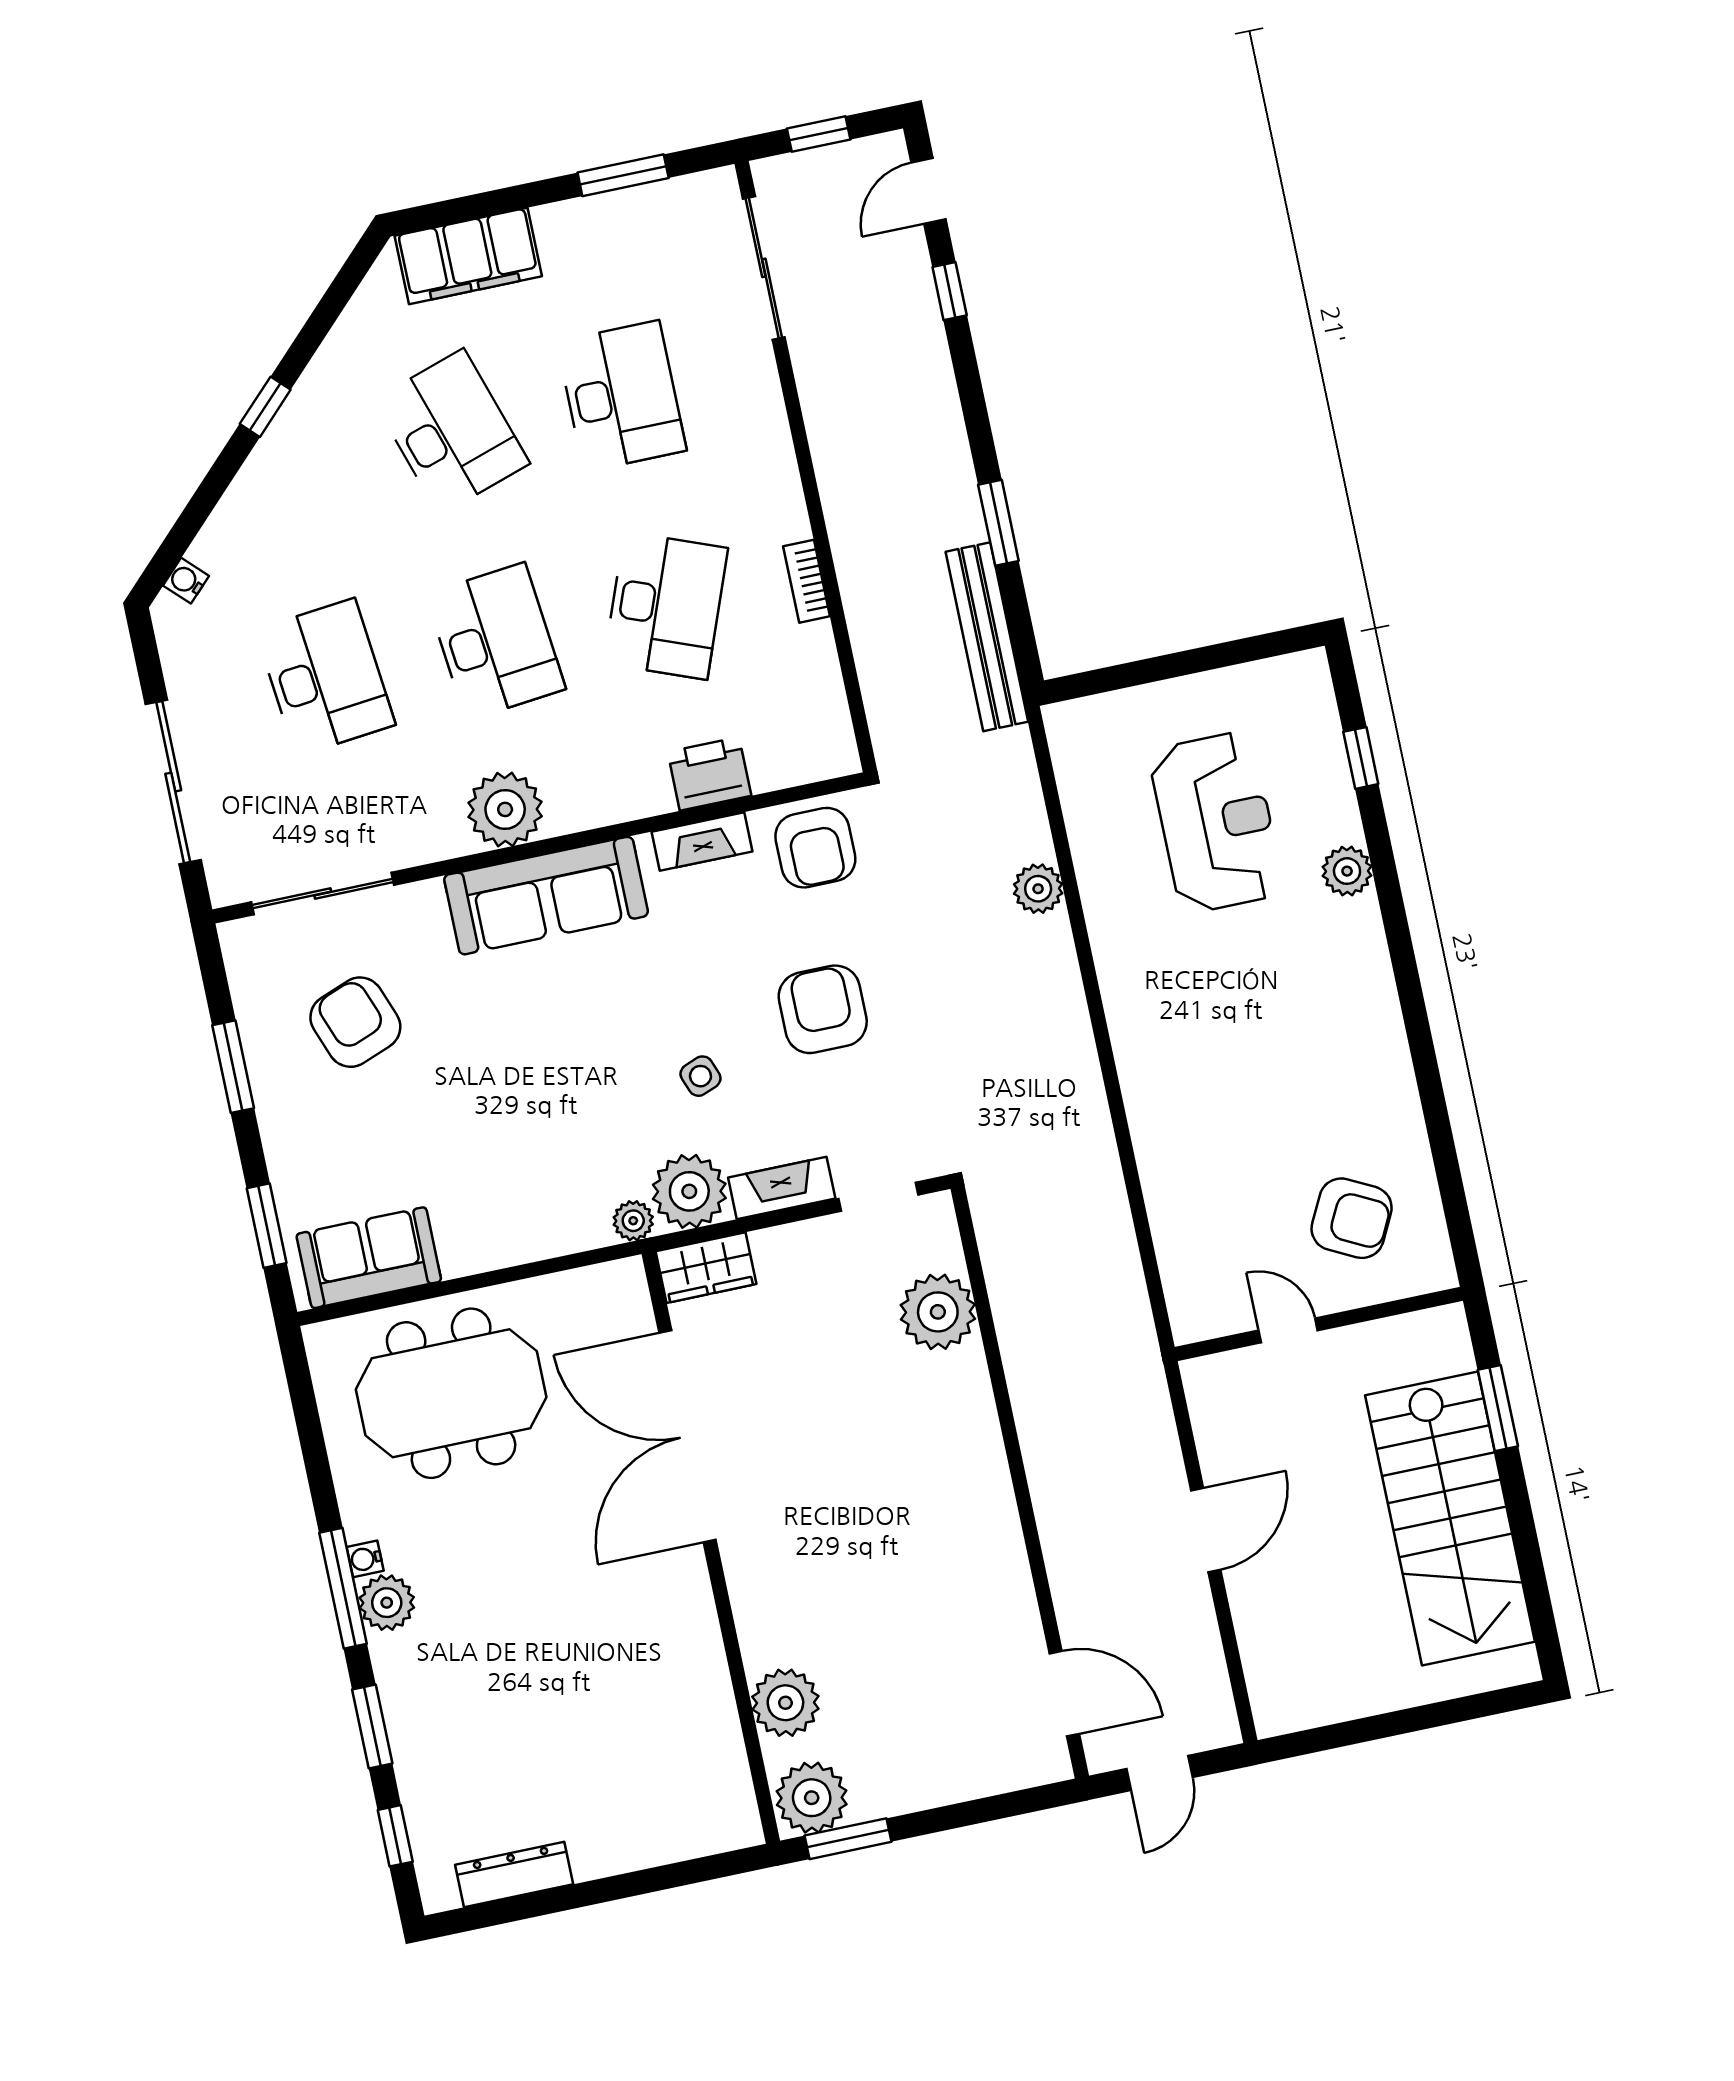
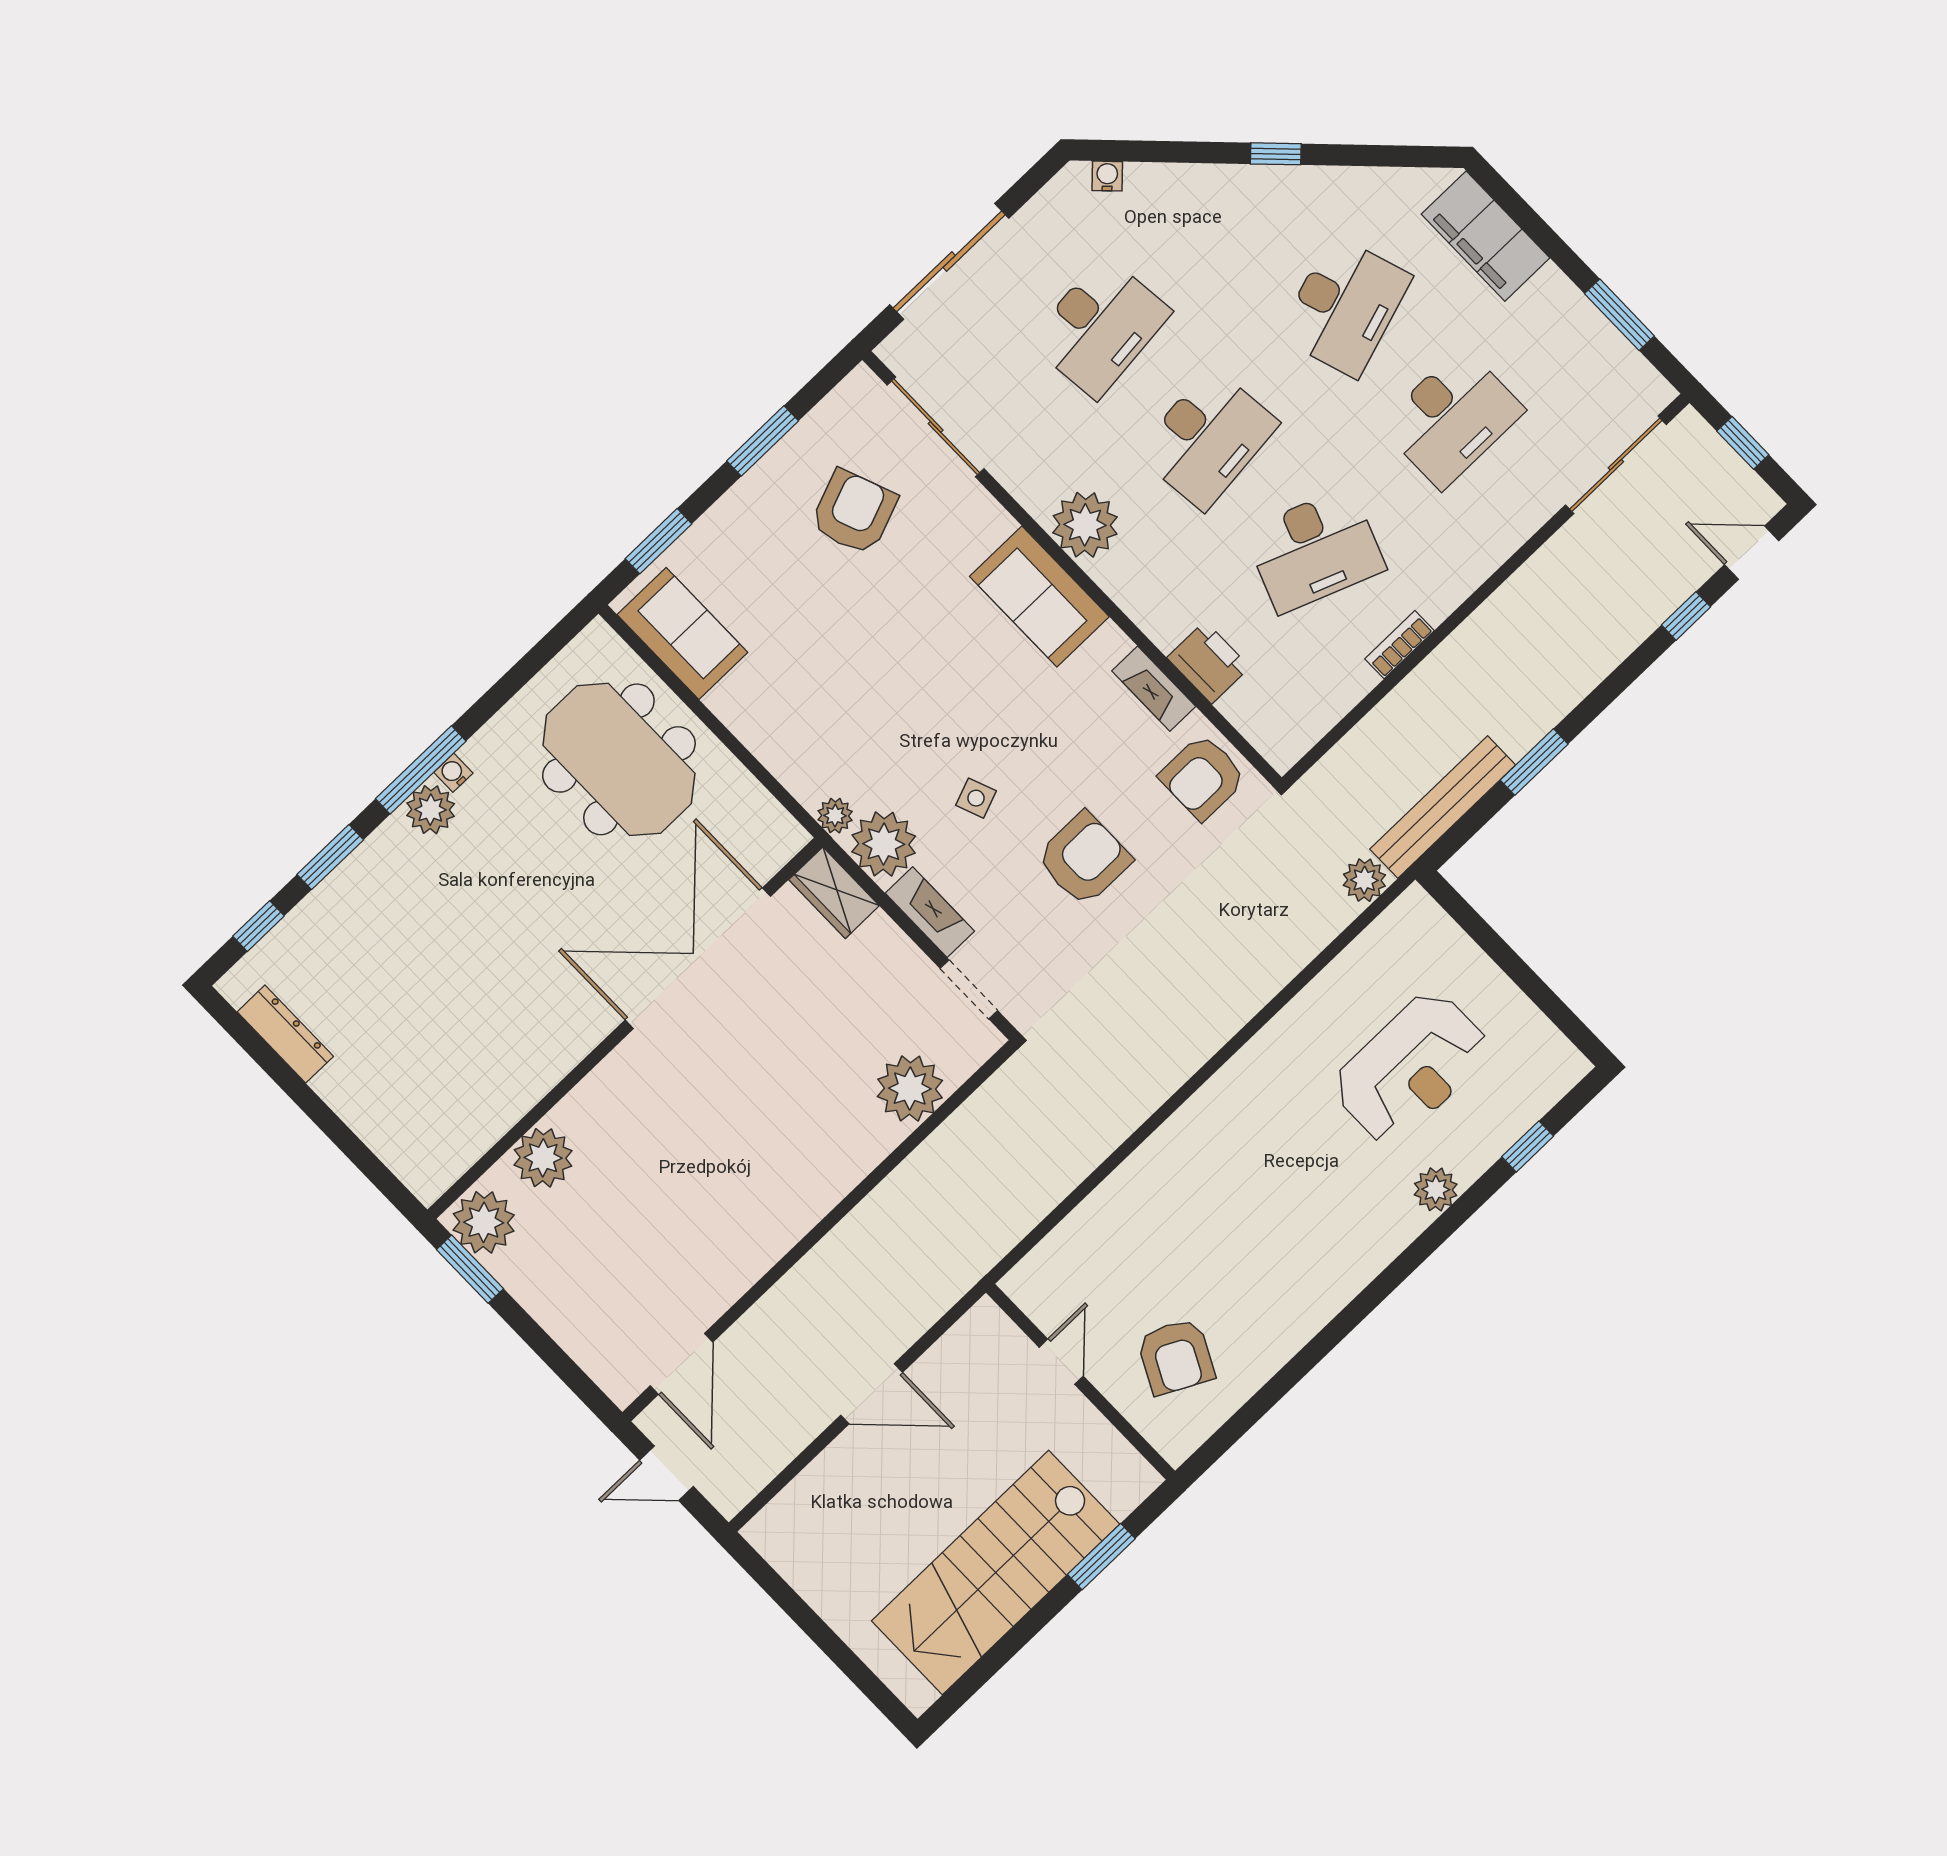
plant: (1038, 889) -> (1364, 880), moved
sofa: (546, 896) -> (1039, 596), width x0.73

